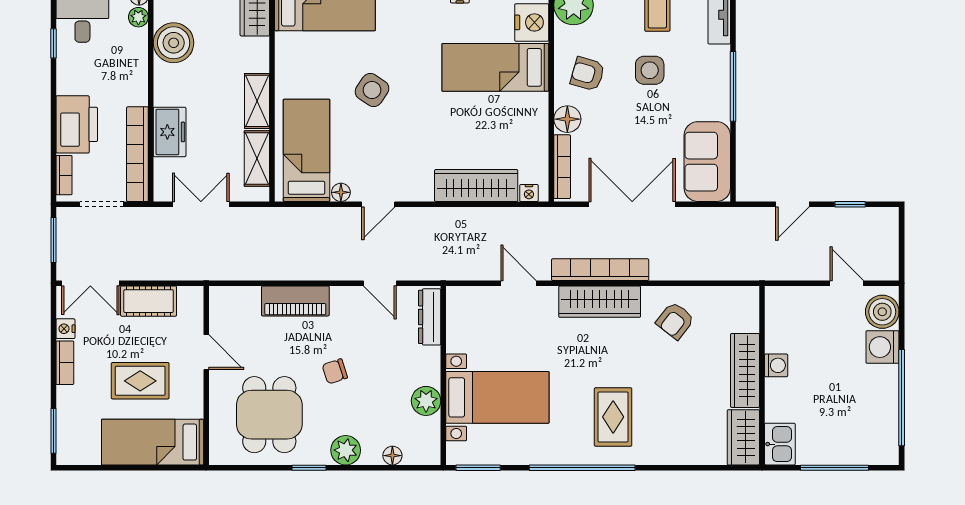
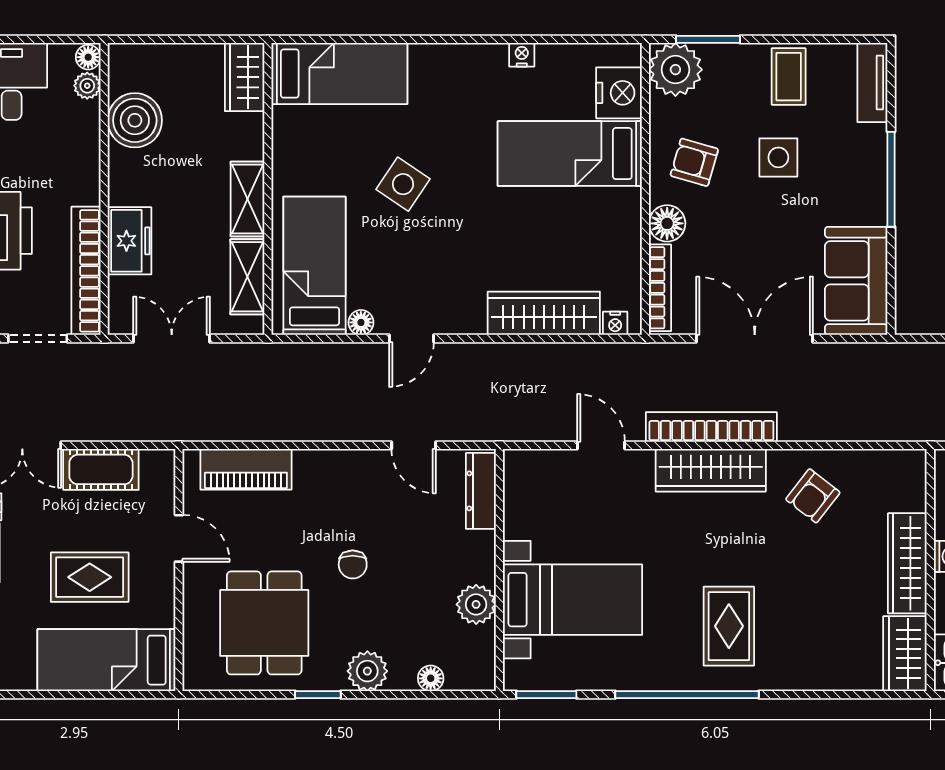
piano: (295, 301) -> (246, 469), moved
chair: (335, 371) -> (353, 564), turned -72

